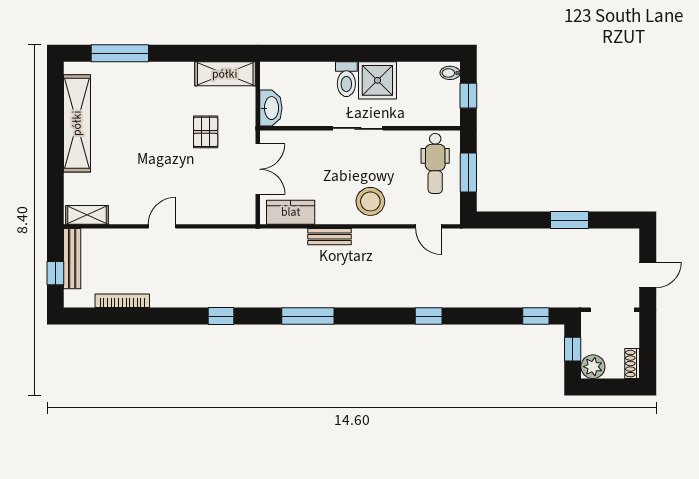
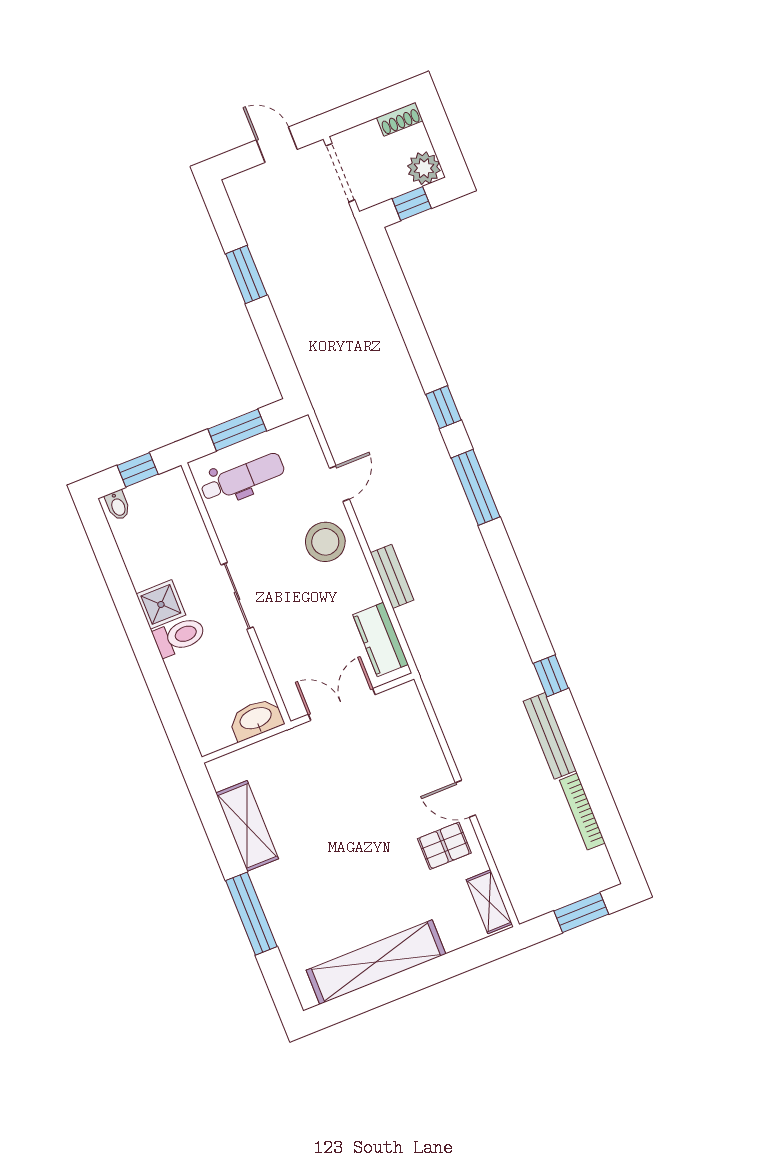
window: (120, 53) -> (251, 914), moved
shelving: (225, 74) -> (247, 826), moved
shower: (377, 80) -> (161, 604), width x0.73, depth x0.73
pallet: (206, 132) -> (444, 846), moved
door: (429, 226) -> (339, 484), moved
bench: (72, 259) -> (550, 736), moved, turned 90
window: (55, 273) -> (581, 913), width x1.50
window: (308, 316) -> (476, 487), moved
window: (536, 316) -> (388, 268), removed

